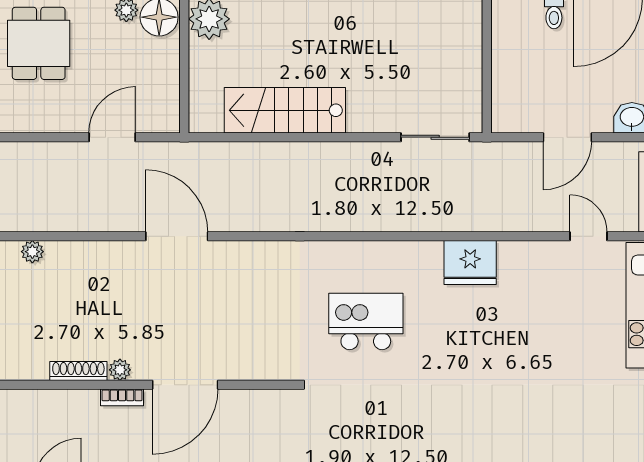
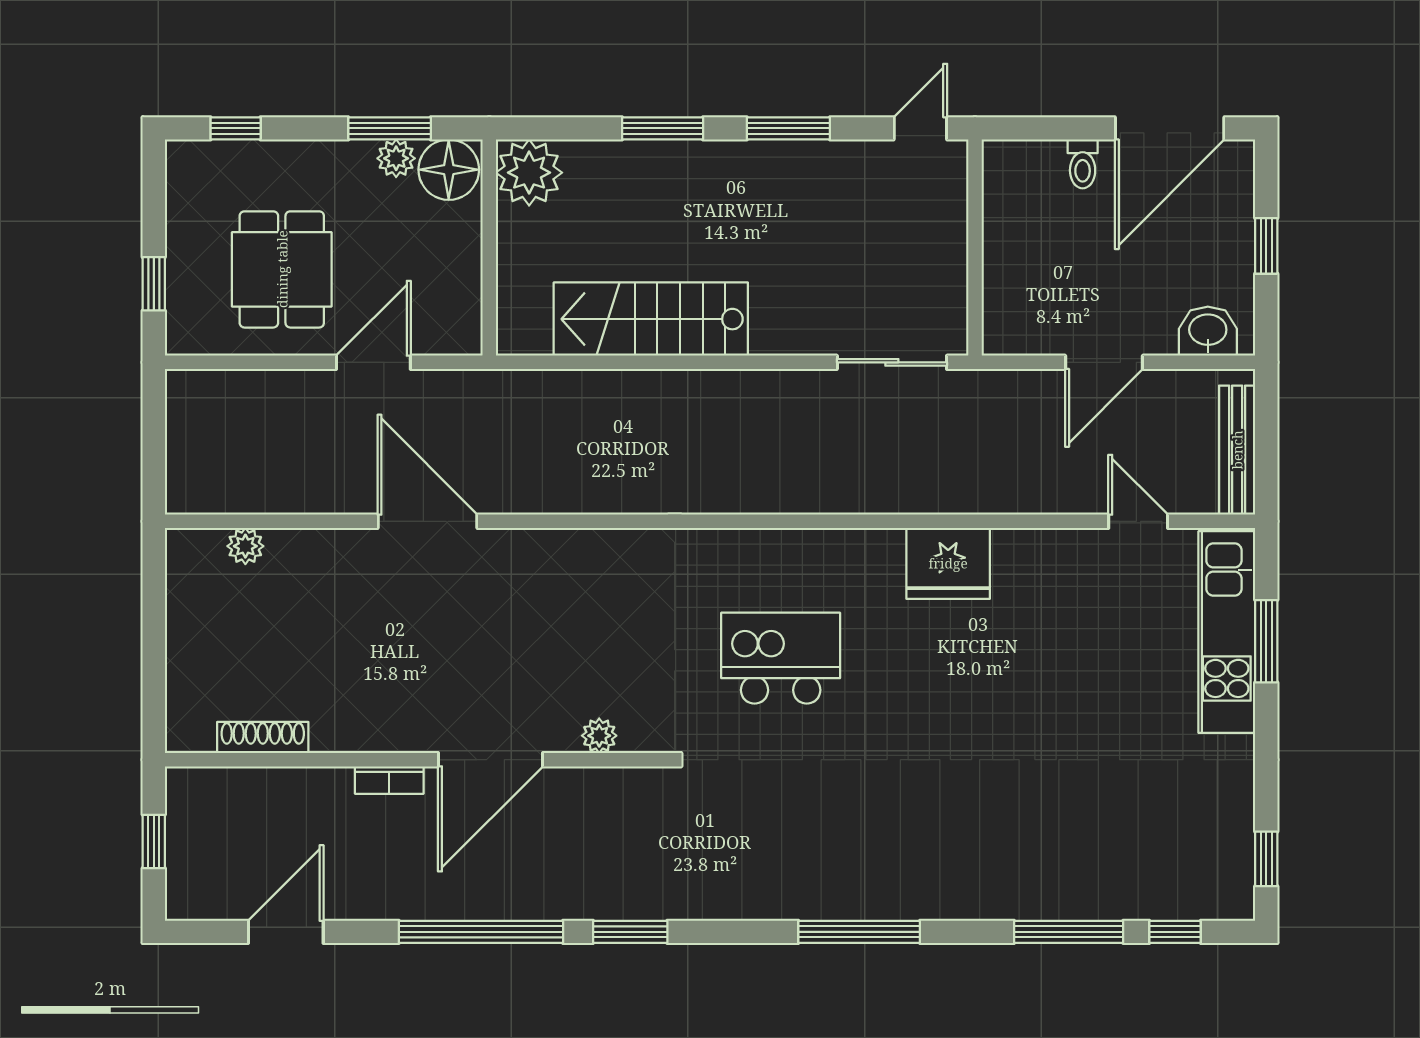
dining table: (39, 43) -> (282, 269), moved
door: (177, 236) -> (427, 521), moved
plant: (120, 370) -> (599, 736), moved
shoe rack: (78, 371) -> (263, 738), moved

